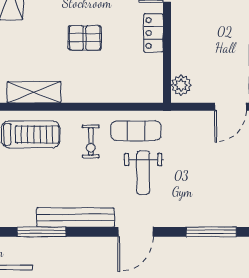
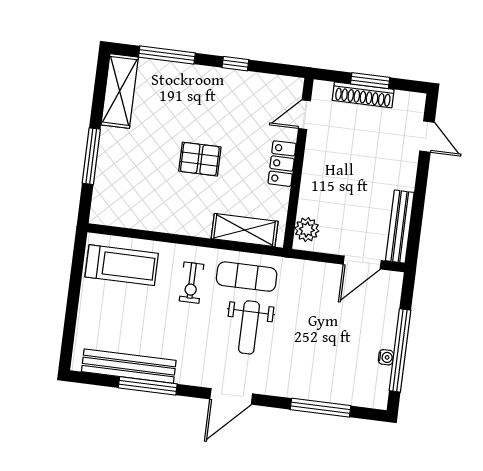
shelving: (34, 92) -> (245, 230), moved
bench: (75, 217) -> (129, 366), moved
window: (42, 232) -> (148, 386), moved

